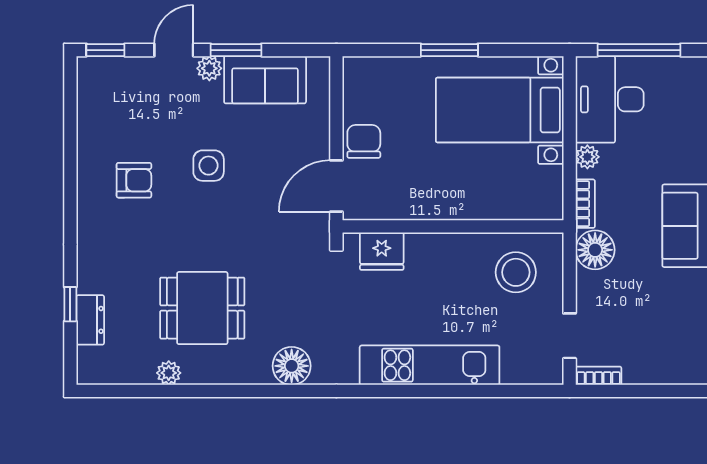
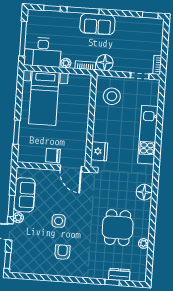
window: (449, 50) -> (16, 132), moved

